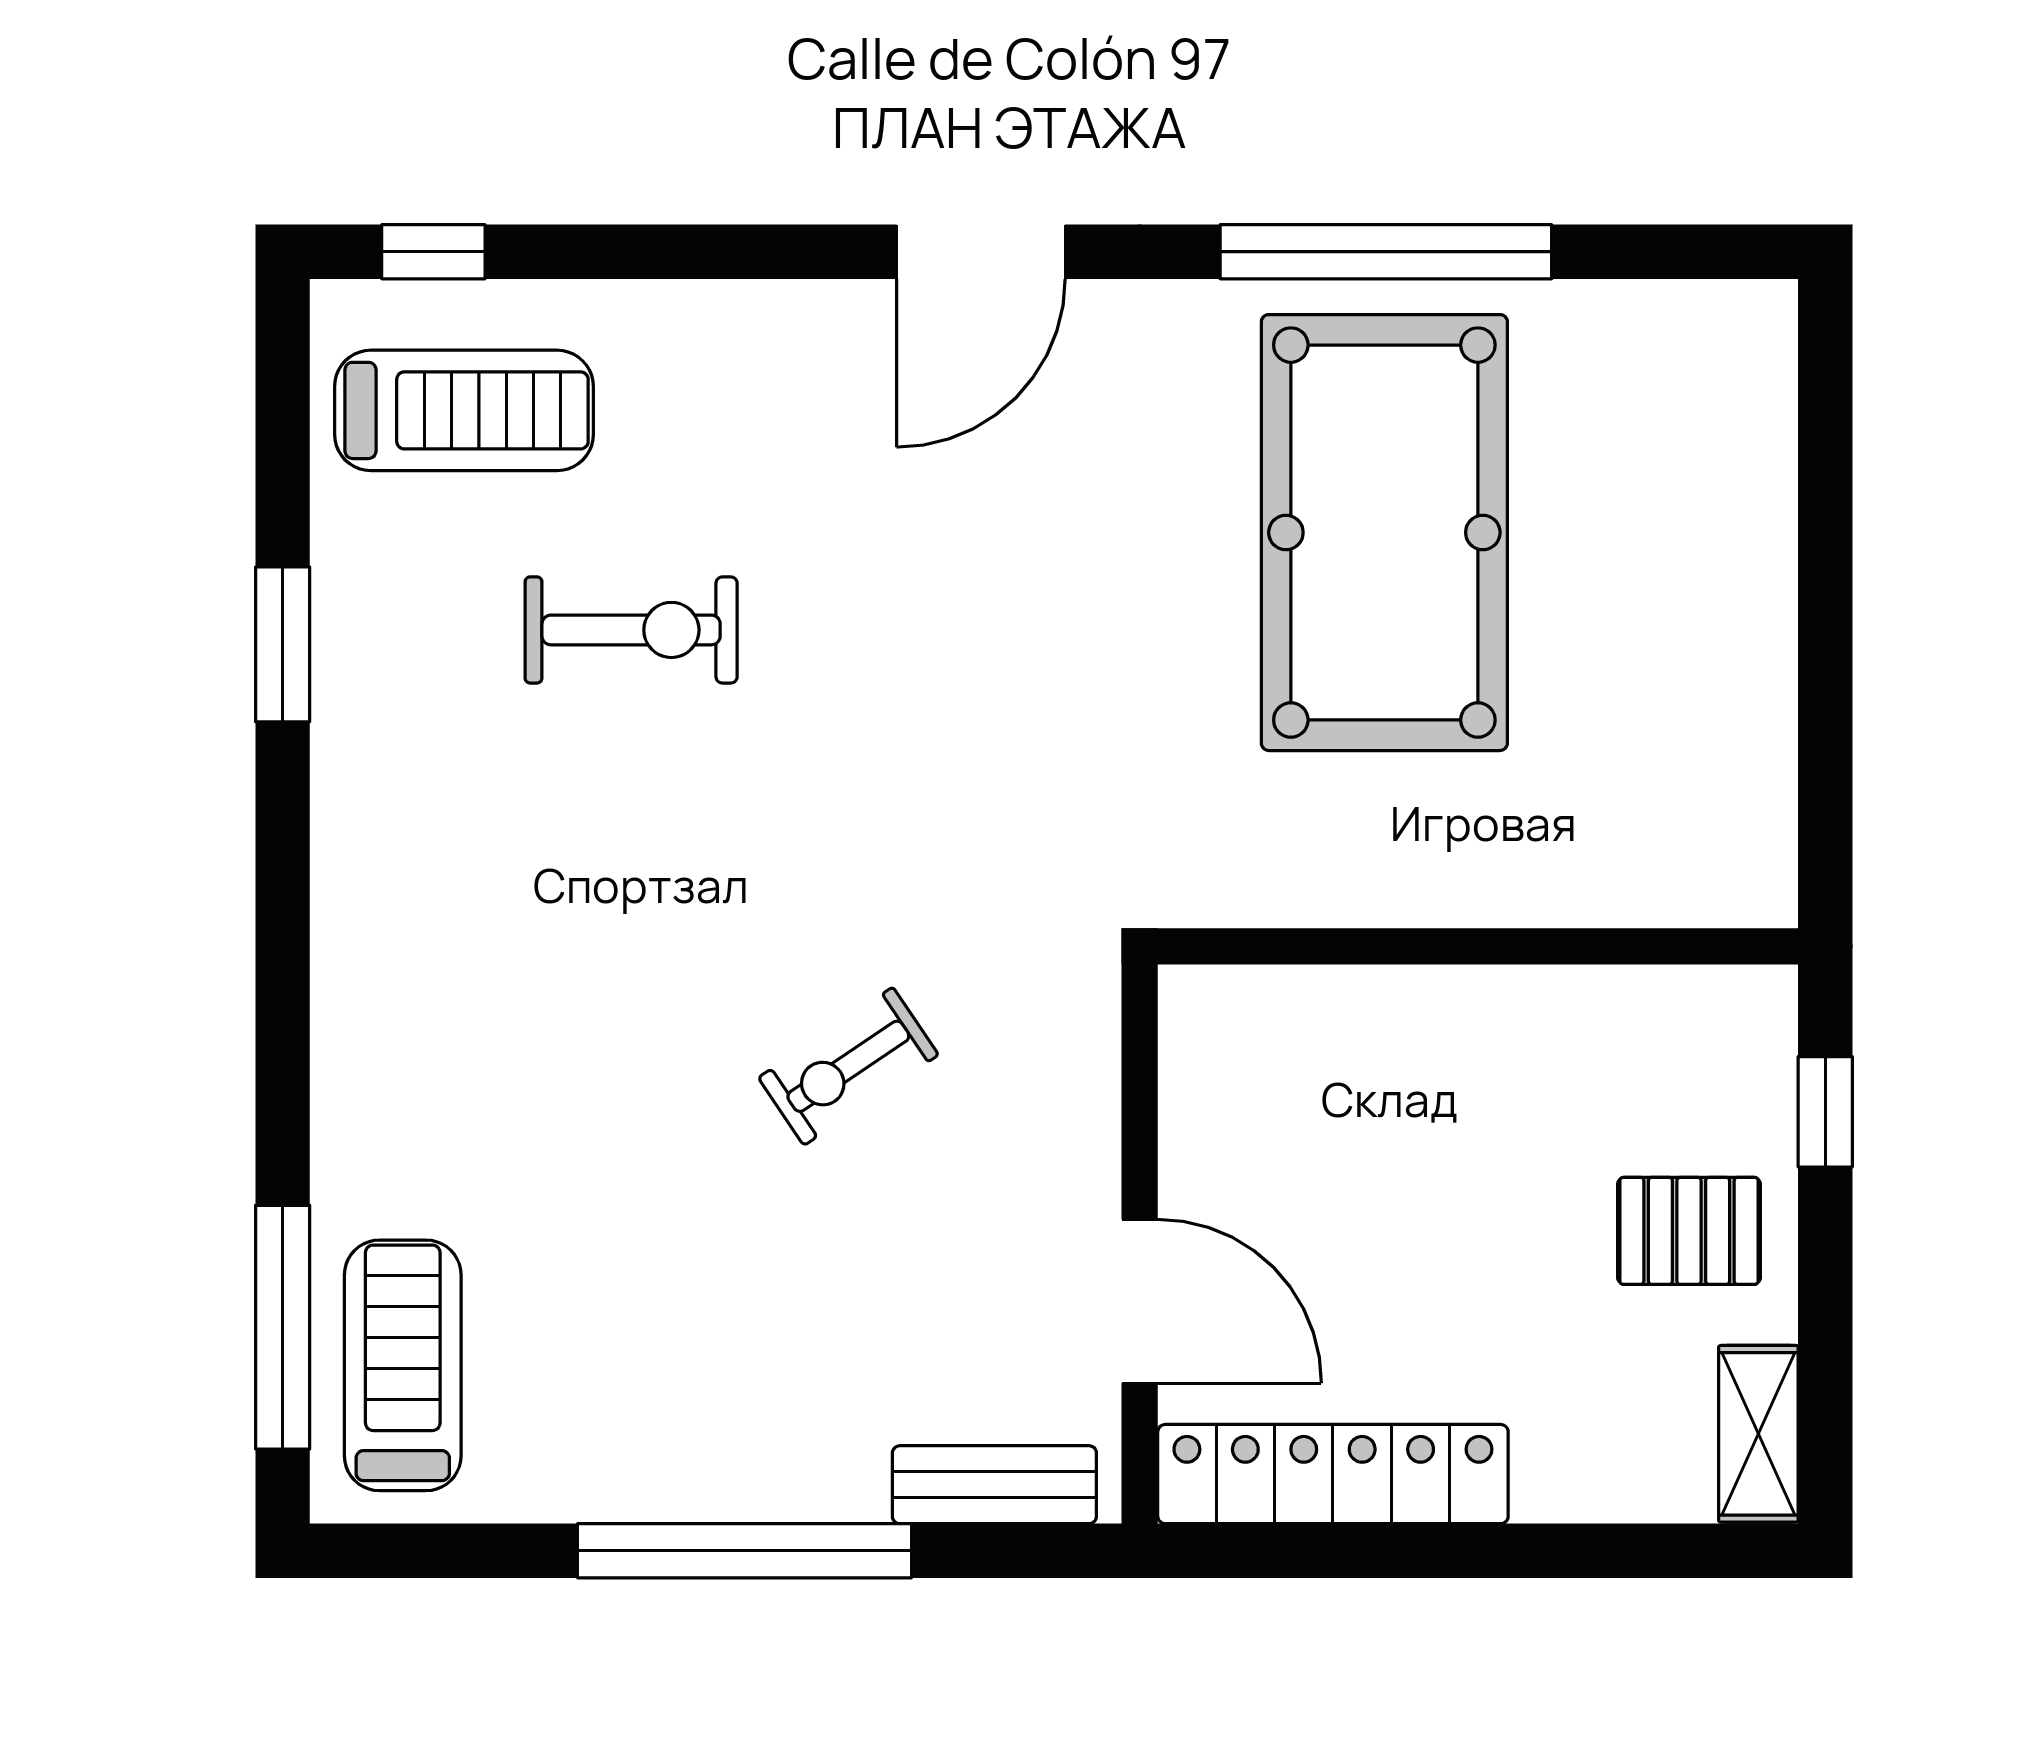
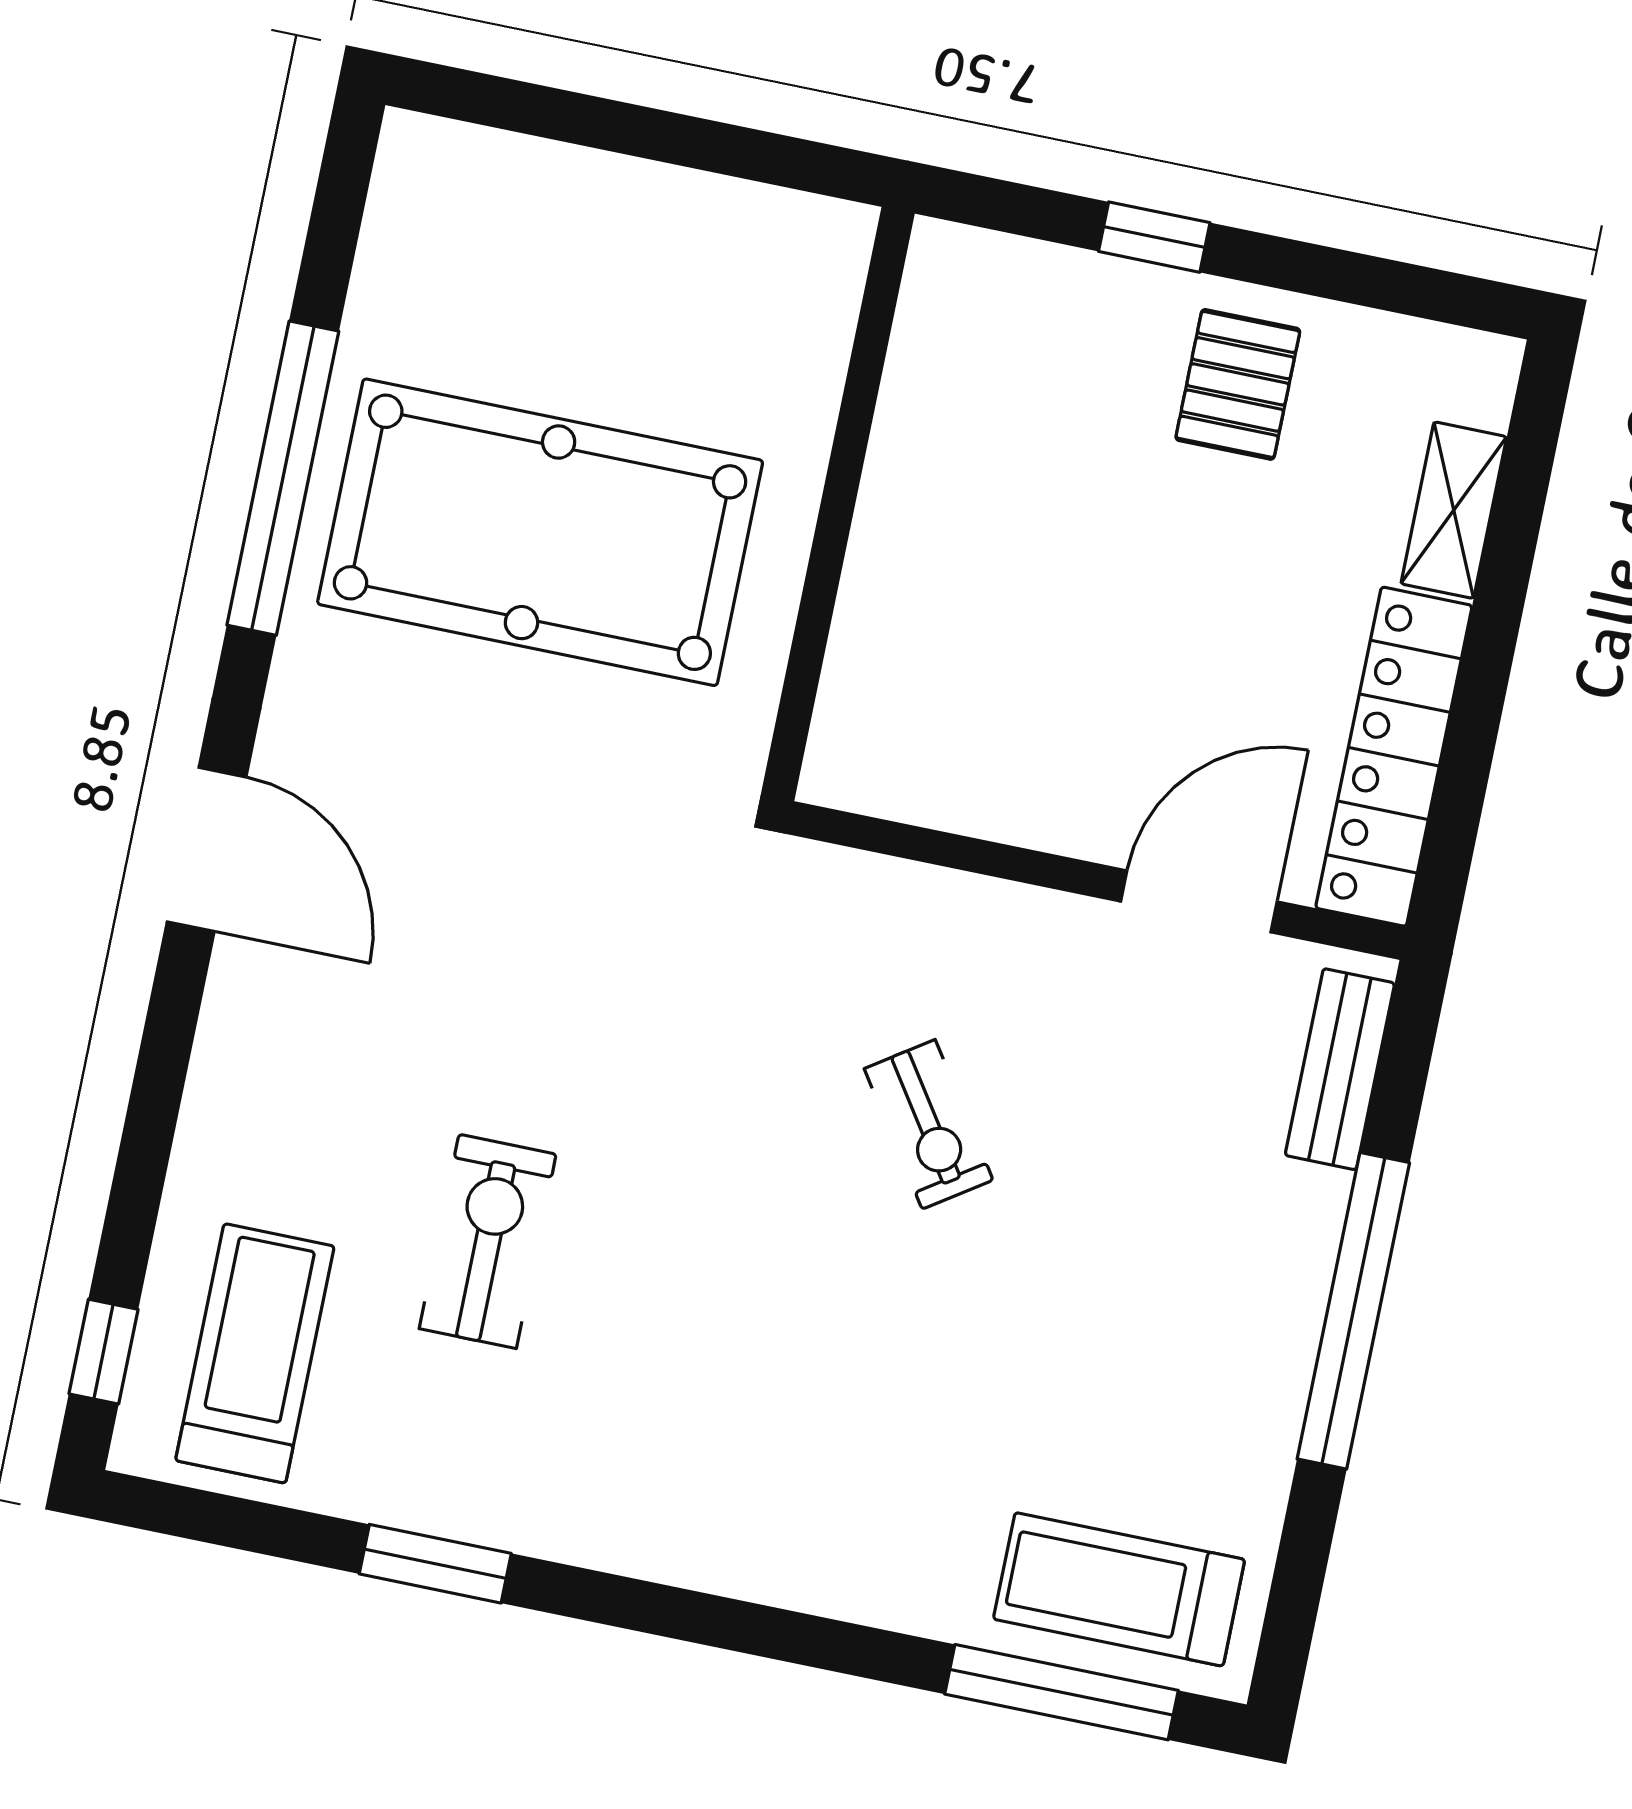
wall: (1478, 946) -> (838, 504), moved
shelving: (1758, 1434) -> (1454, 510), moved, turned 90

